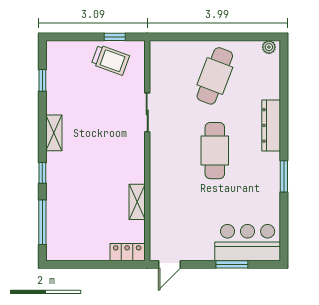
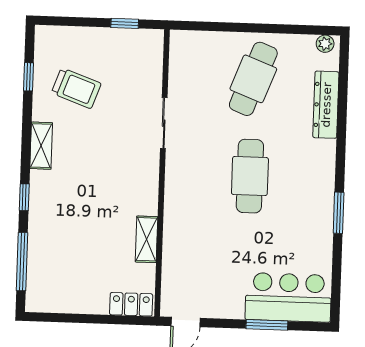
trolley: (110, 60) -> (76, 88), moved
dresser: (271, 125) -> (326, 105), moved

